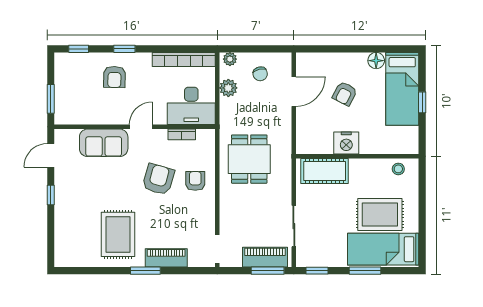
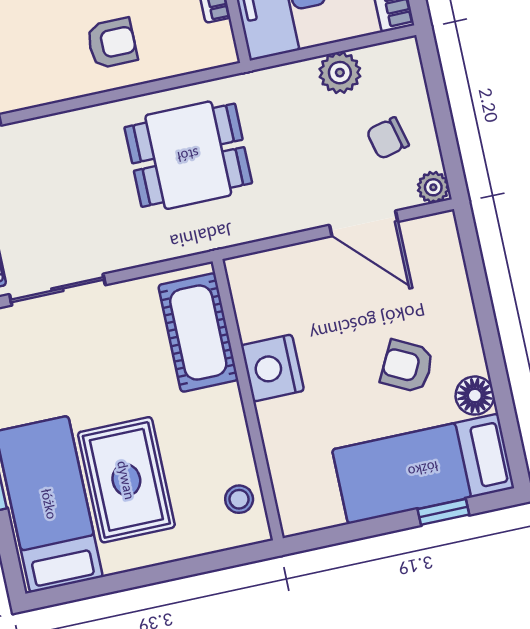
plant: (230, 59) -> (433, 187), moved
armchair: (345, 94) -> (407, 366), moved
window: (422, 102) -> (443, 512), moved

